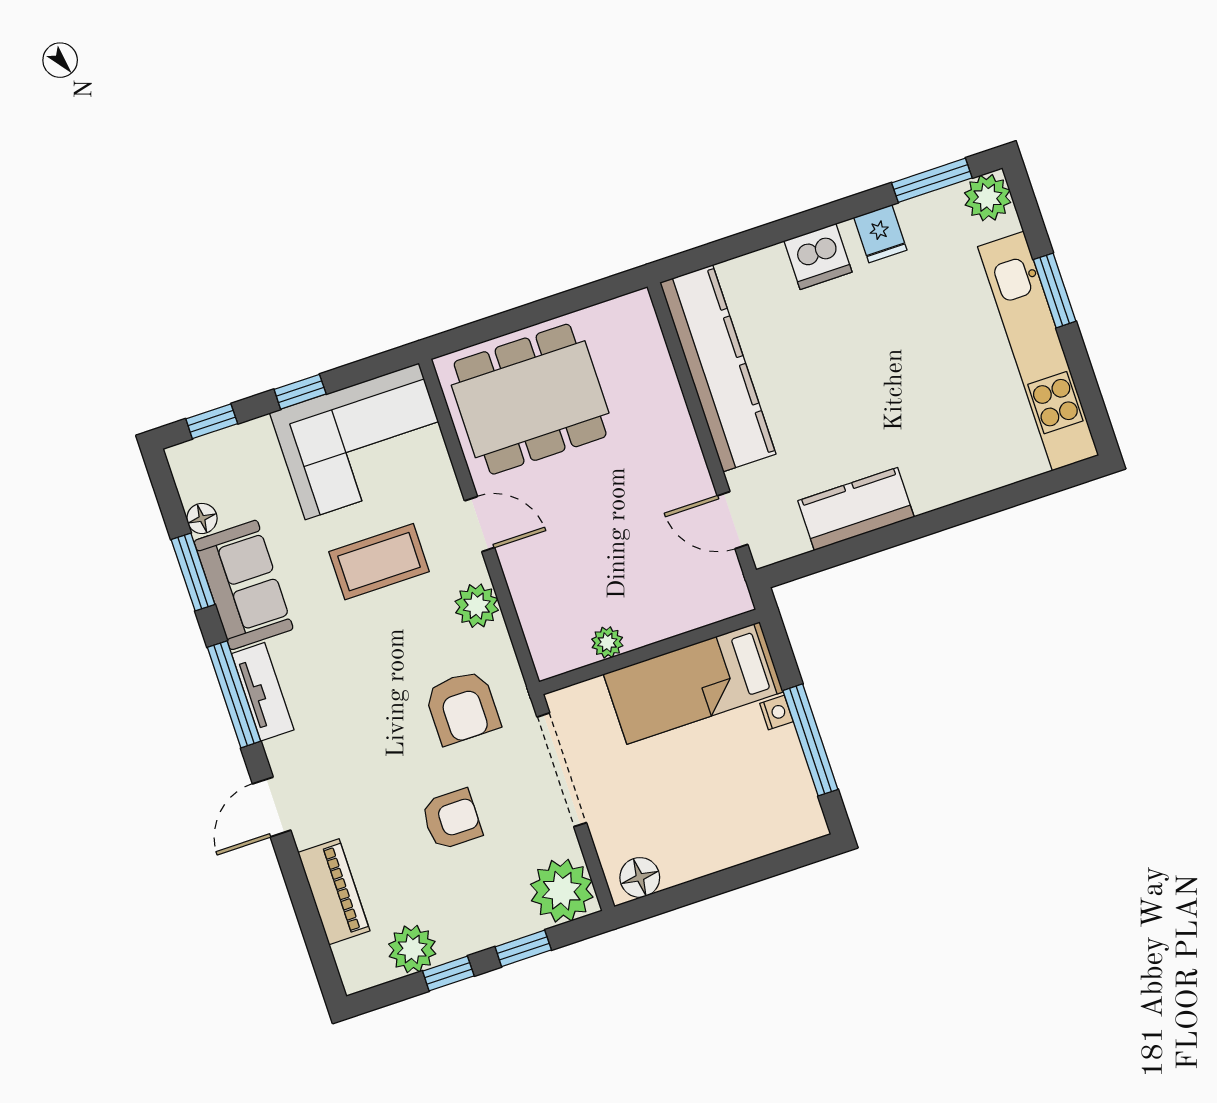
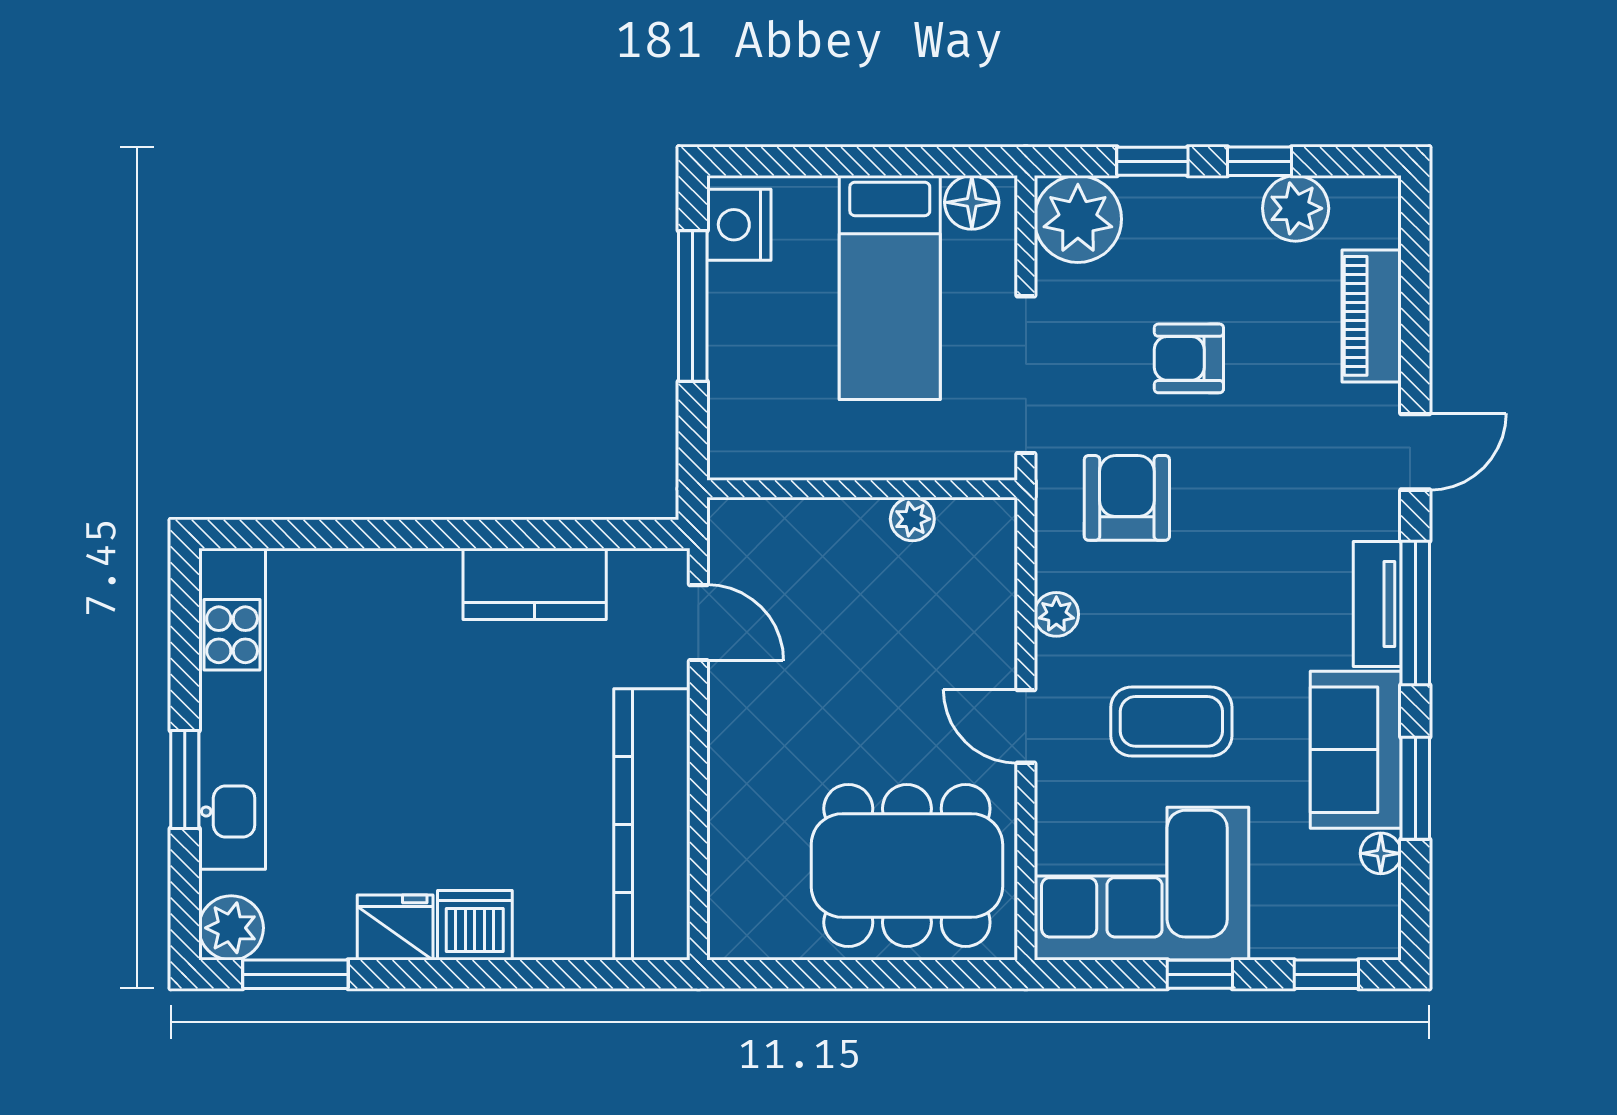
fridge: (880, 234) -> (395, 928), width x1.38
plant: (477, 606) -> (1056, 614), width x0.73, depth x0.73
bed: (693, 683) -> (890, 288), moved, turned 90
nightstand: (776, 713) -> (739, 225), moved, width x1.89, depth x1.79

